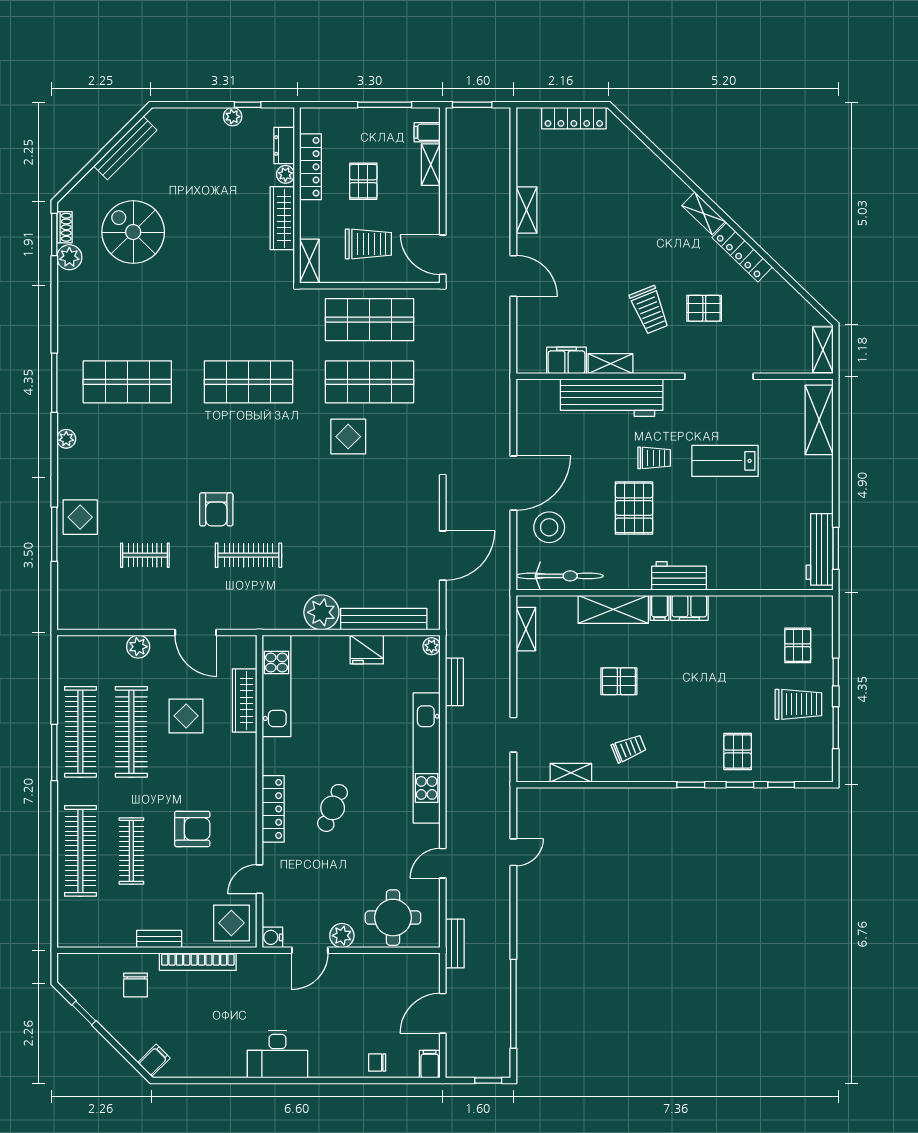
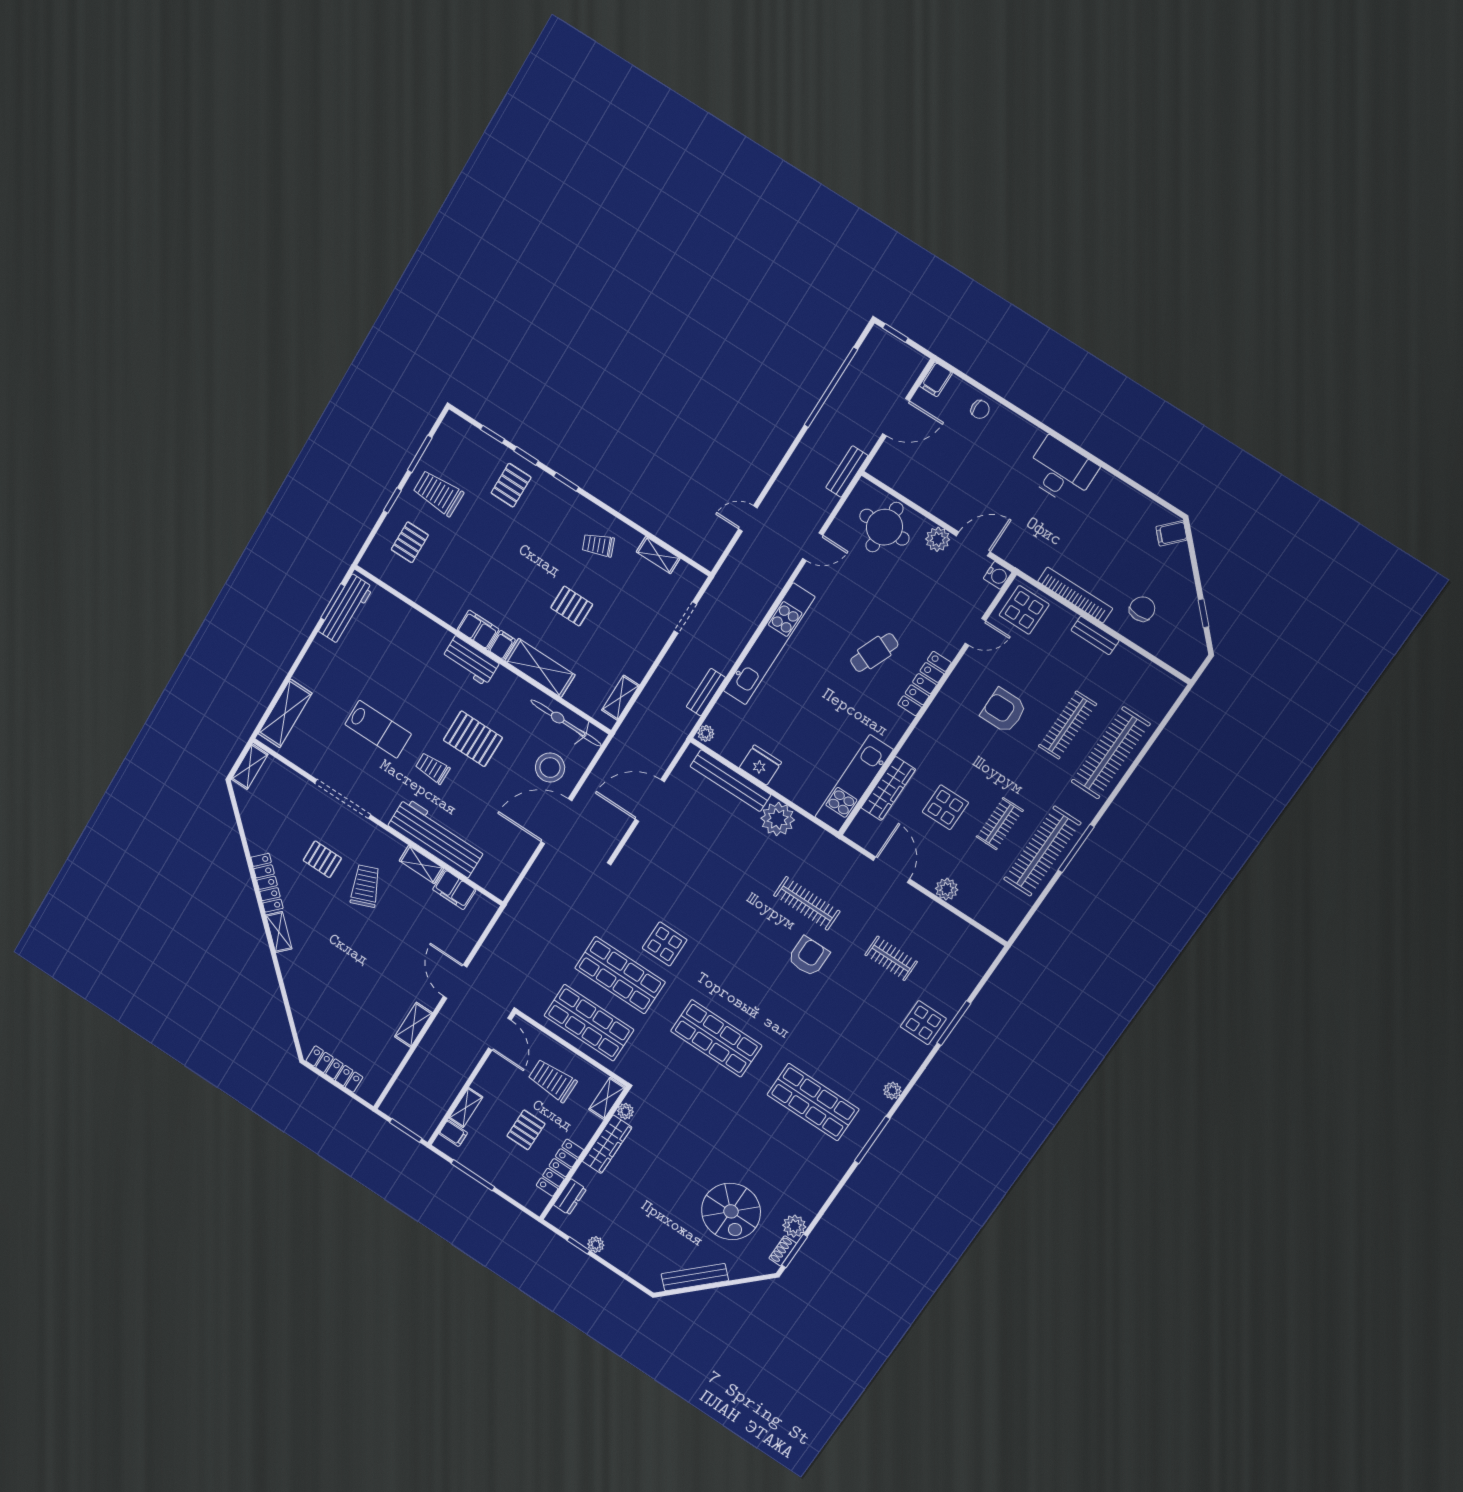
plant: (285, 174) -> (625, 1111), moved
pallet: (634, 508) -> (473, 739), turned 90
clothes rail: (131, 732) -> (1000, 824), width x0.54, depth x0.76

